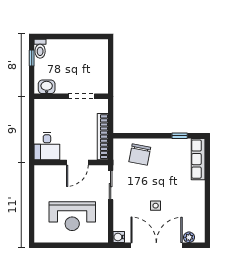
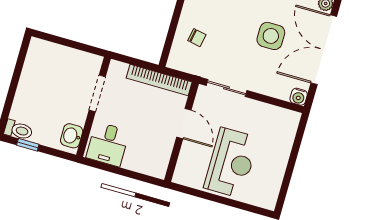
desk: (47, 146) -> (108, 144), moved, turned 90
chair: (140, 154) -> (197, 38), width x0.54, depth x0.54
side table: (156, 206) -> (271, 36), width x1.87, depth x1.87
reception desk: (72, 216) -> (231, 163), moved

